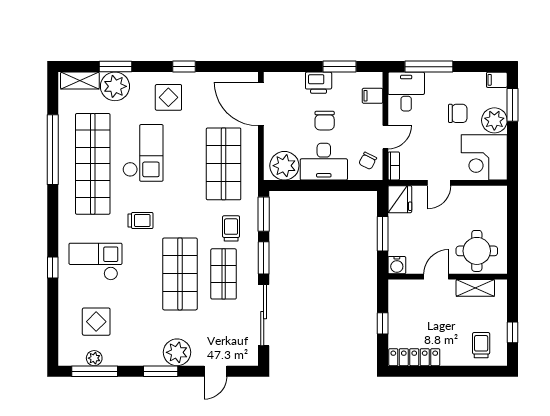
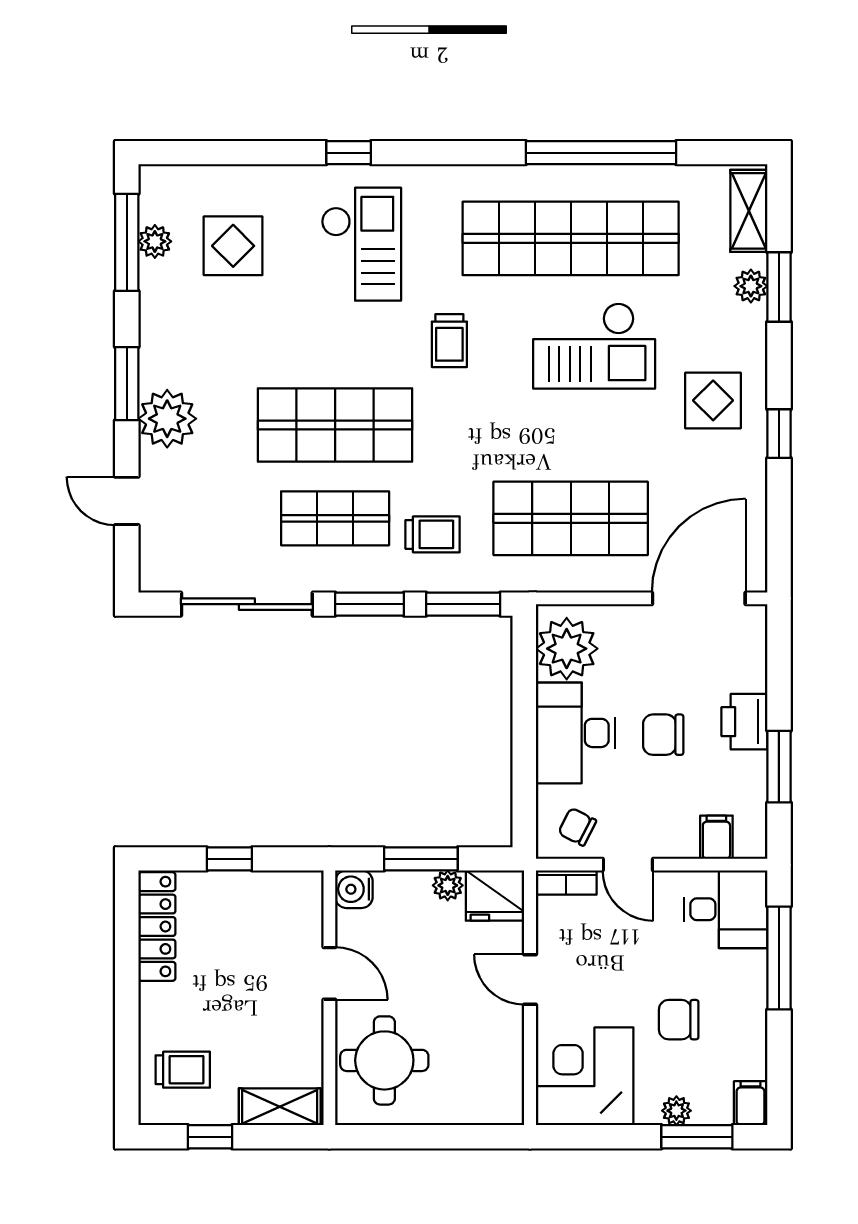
plant: (115, 86) -> (751, 286), width x0.53, depth x0.53
chair: (458, 113) -> (679, 1020), turned 90
plant: (494, 120) -> (676, 1111), width x0.53, depth x0.53
plant: (395, 221) -> (448, 885), added
shelving: (475, 288) -> (280, 1107), moved, turned 90

